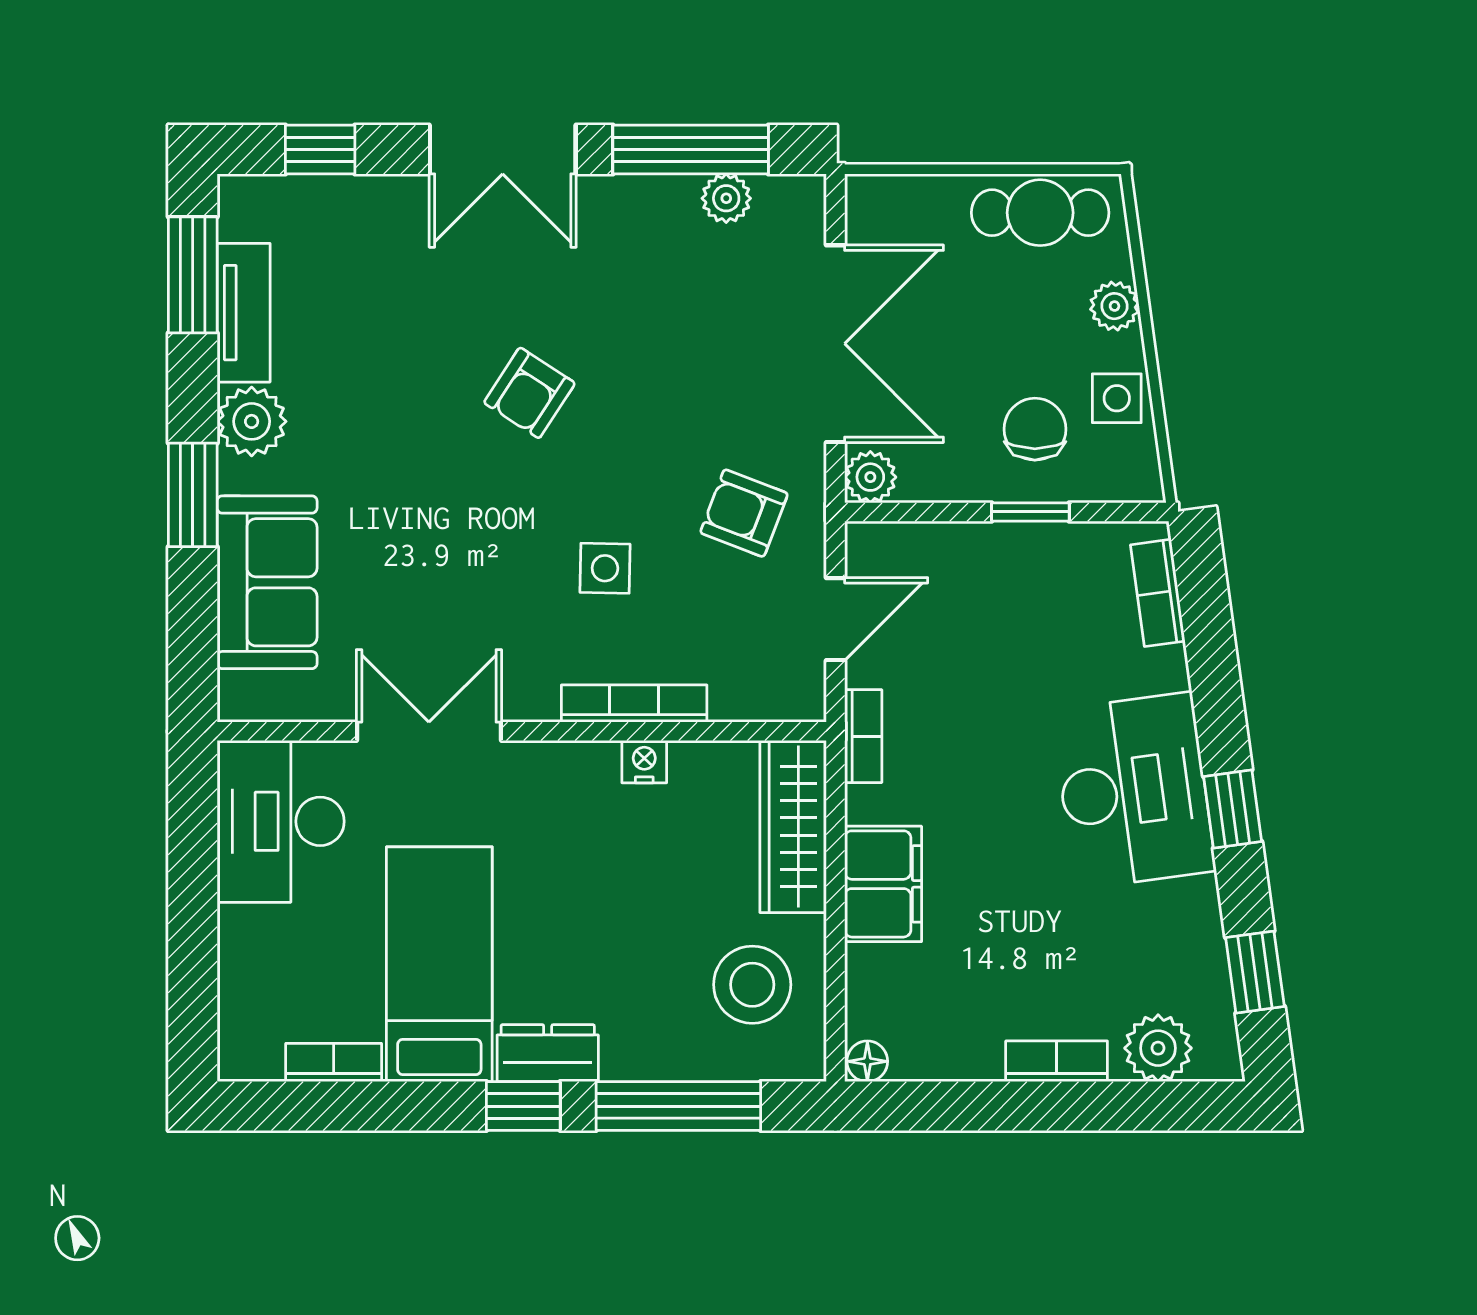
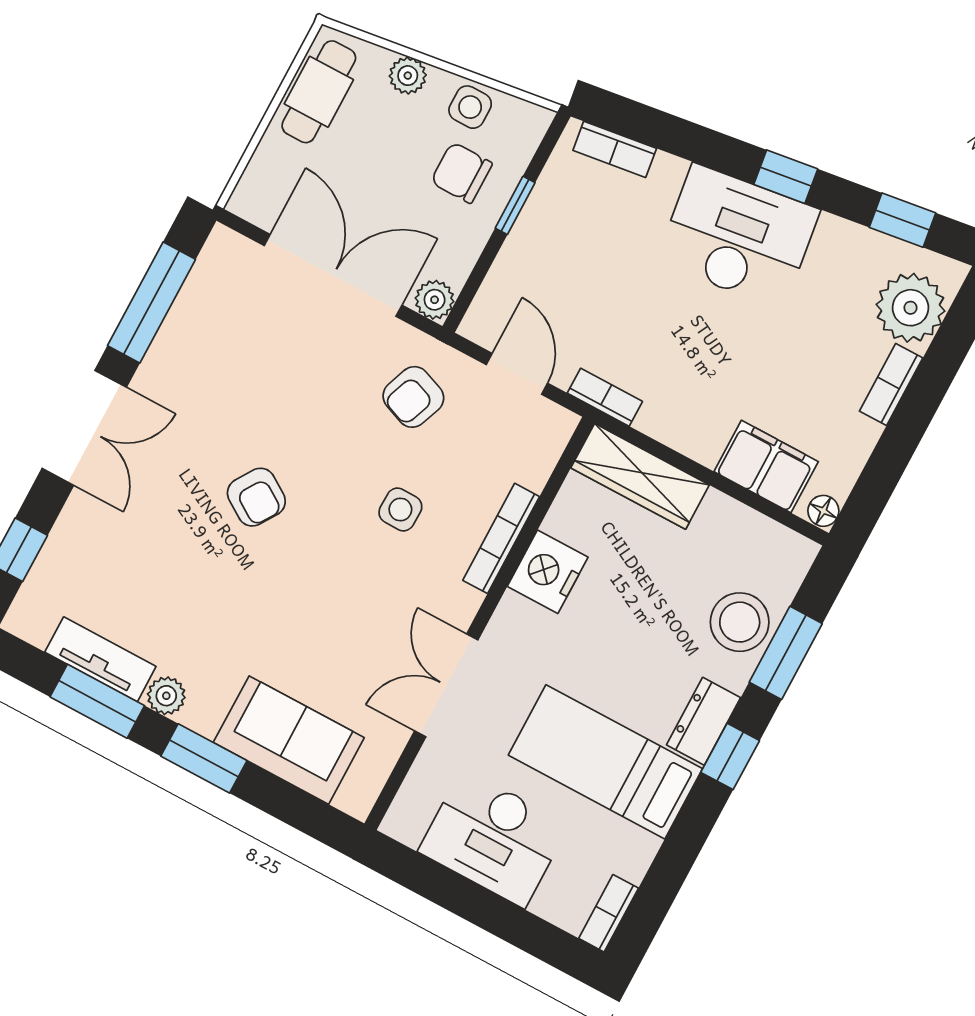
plant: (726, 198) -> (197, 296), removed
window: (193, 275) -> (97, 701), moved
plant: (252, 421) -> (166, 696), width x0.73, depth x0.73
nightstand: (644, 762) -> (548, 572), width x1.89, depth x1.79
desk: (281, 821) -> (494, 838), moved
filing cabinet: (883, 884) -> (766, 467), moved
stool: (752, 985) -> (740, 622), moved
plant: (1158, 1048) -> (910, 308), width x1.36, depth x1.36
bookcase: (334, 1062) -> (609, 913), moved
window: (678, 1106) -> (786, 653), width x0.69

